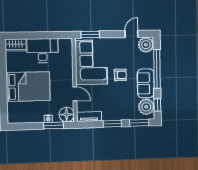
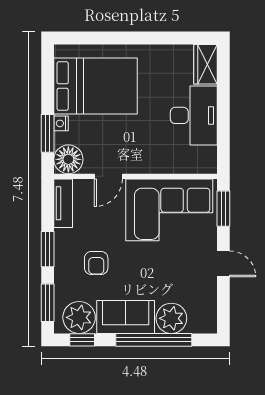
door: (131, 34) -> (223, 264), moved
plant: (146, 45) -> (171, 318), moved
armchair: (120, 75) -> (96, 263), moved
bed: (28, 87) -> (96, 86), moved, turned -90

